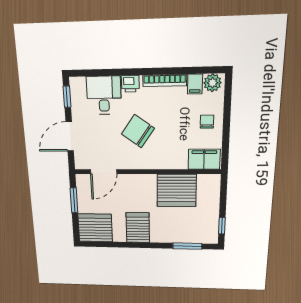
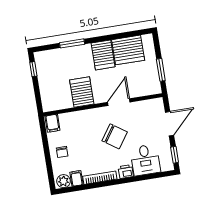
filing cabinet: (204, 159) -> (52, 123), width x0.50
door: (104, 172) -> (119, 102), moved
server rack: (177, 190) -> (82, 92), width x0.62
server rack: (95, 228) -> (128, 50), moved
window: (187, 246) -> (72, 43), moved

